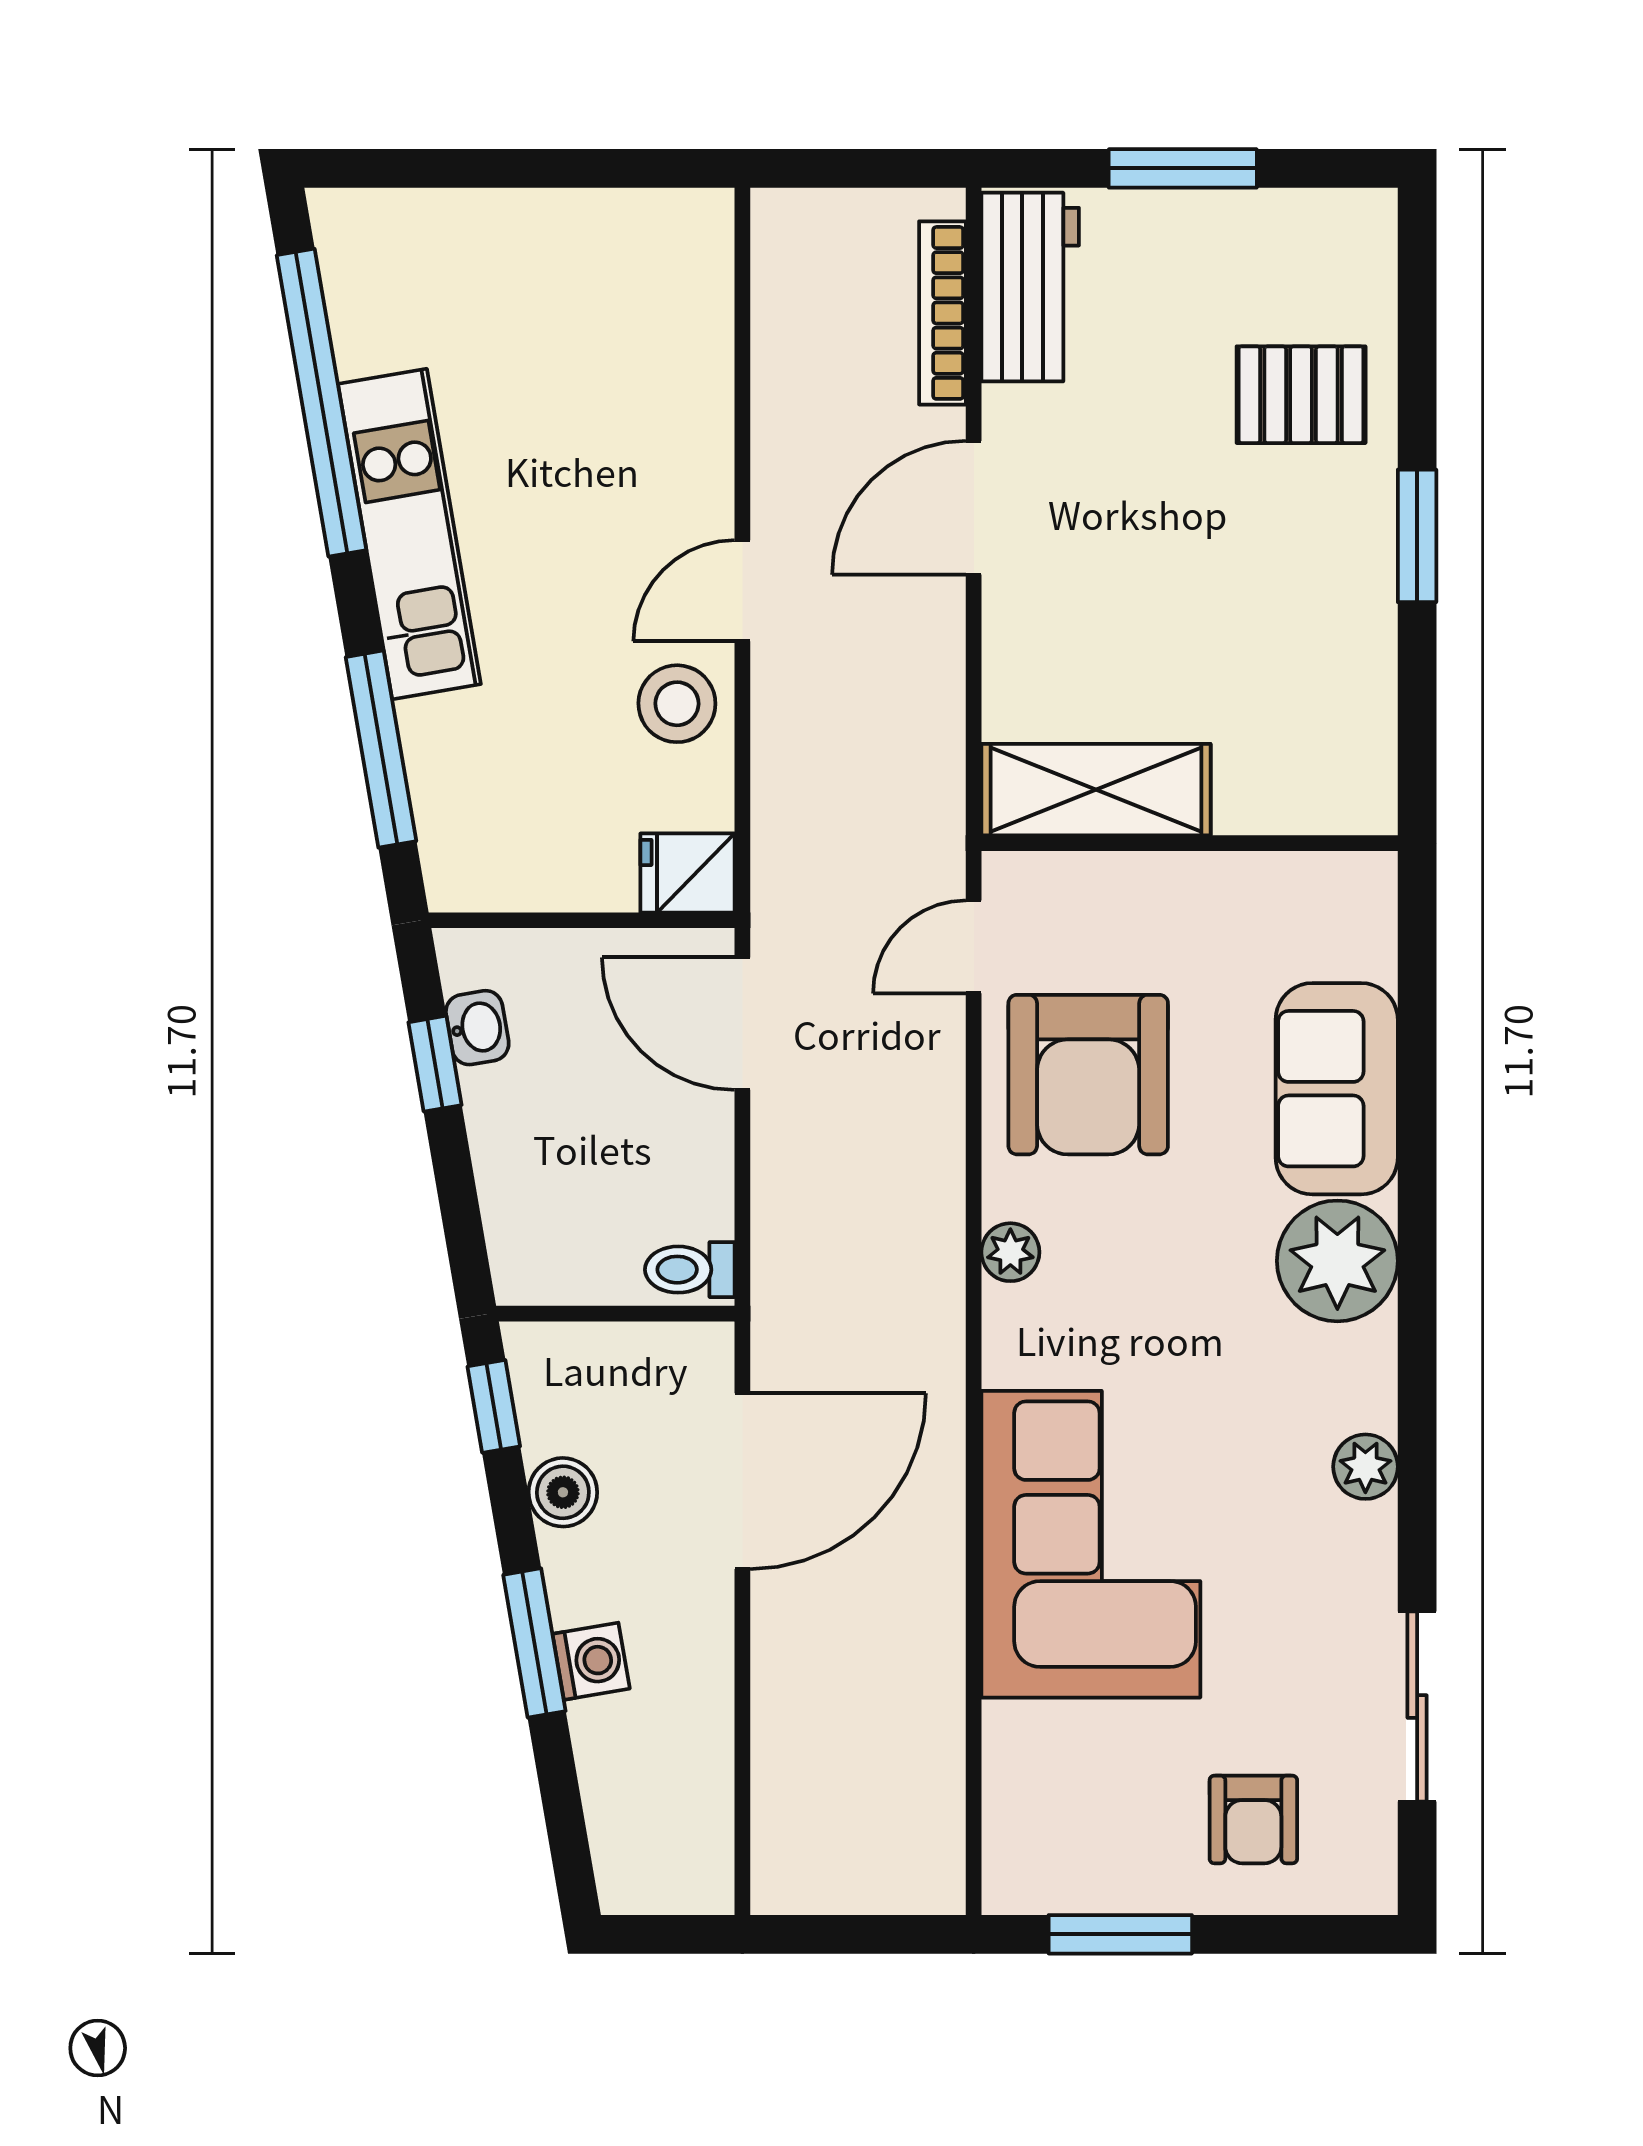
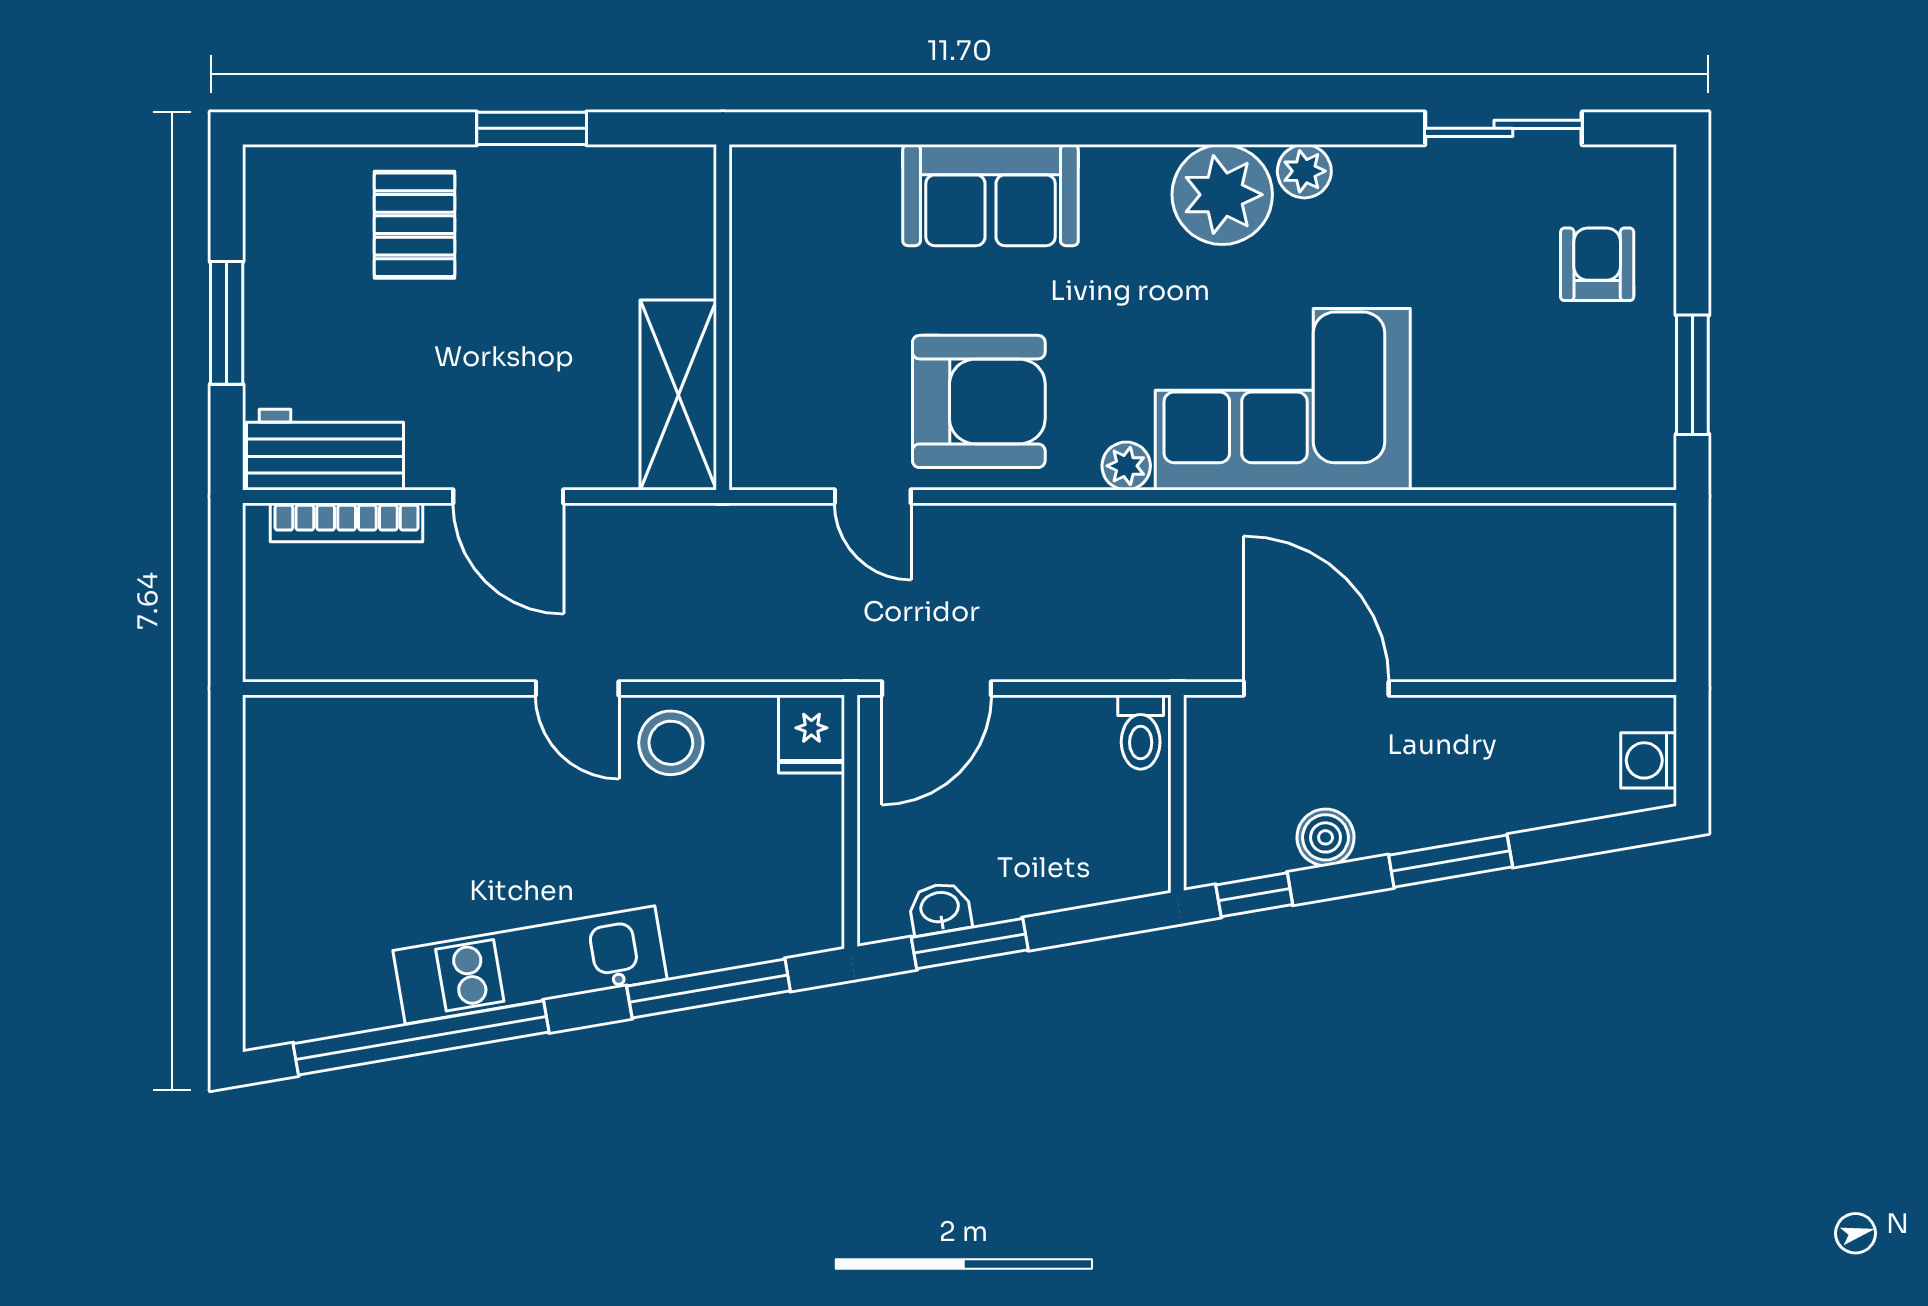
shelving: (1096, 790) -> (678, 395), moved
wall: (1190, 843) -> (723, 317), moved
window: (435, 1064) -> (970, 944), width x1.50
plant: (1337, 1261) -> (1222, 195), moved
corner sofa: (1091, 1544) -> (1283, 399), moved
washing machine: (591, 1661) -> (1649, 760), moved, turned -80
armchair: (1253, 1819) -> (1597, 264), turned -90

